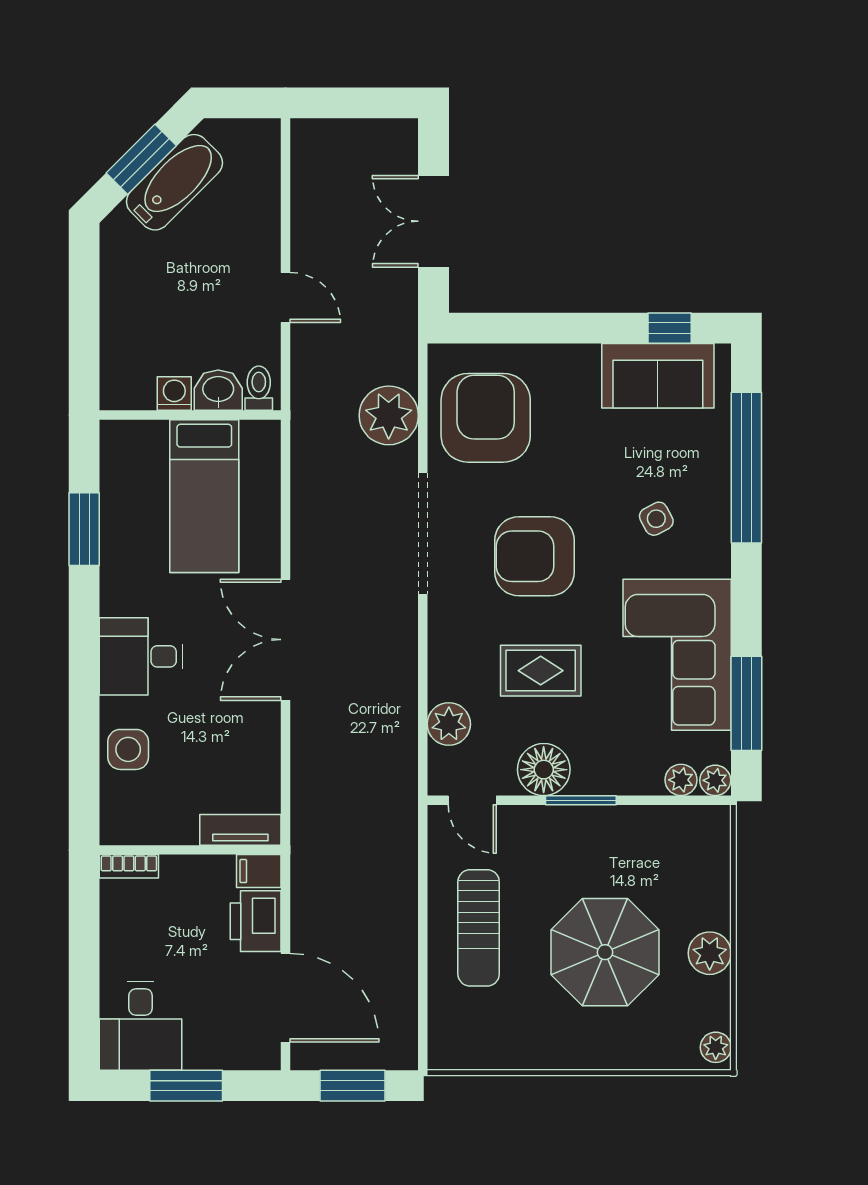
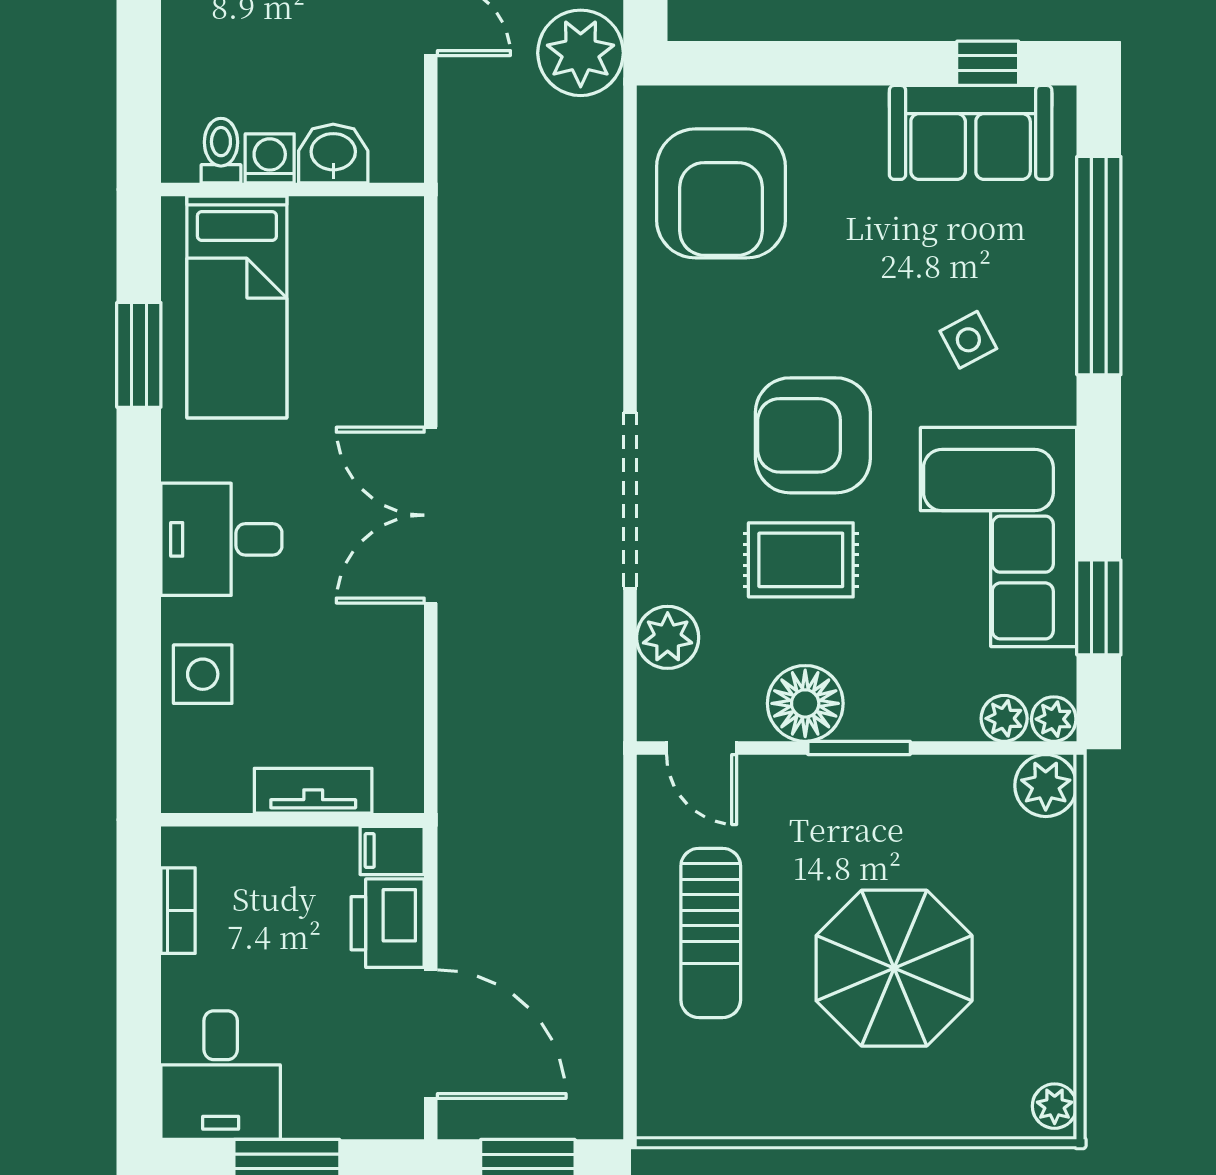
toilet: (259, 388) -> (221, 151), moved
plant: (389, 415) -> (581, 53), moved
armchair: (486, 418) -> (721, 193), turned 180
bed: (204, 496) -> (237, 307), moved
doorway: (423, 533) -> (630, 501), moved
armchair: (535, 556) -> (813, 435), moved
window: (746, 703) -> (1099, 607), width x0.69
tv unit: (240, 830) -> (313, 791), moved
bookcase: (129, 866) -> (178, 911), moved, turned -90
plant: (710, 953) -> (1046, 786), moved

